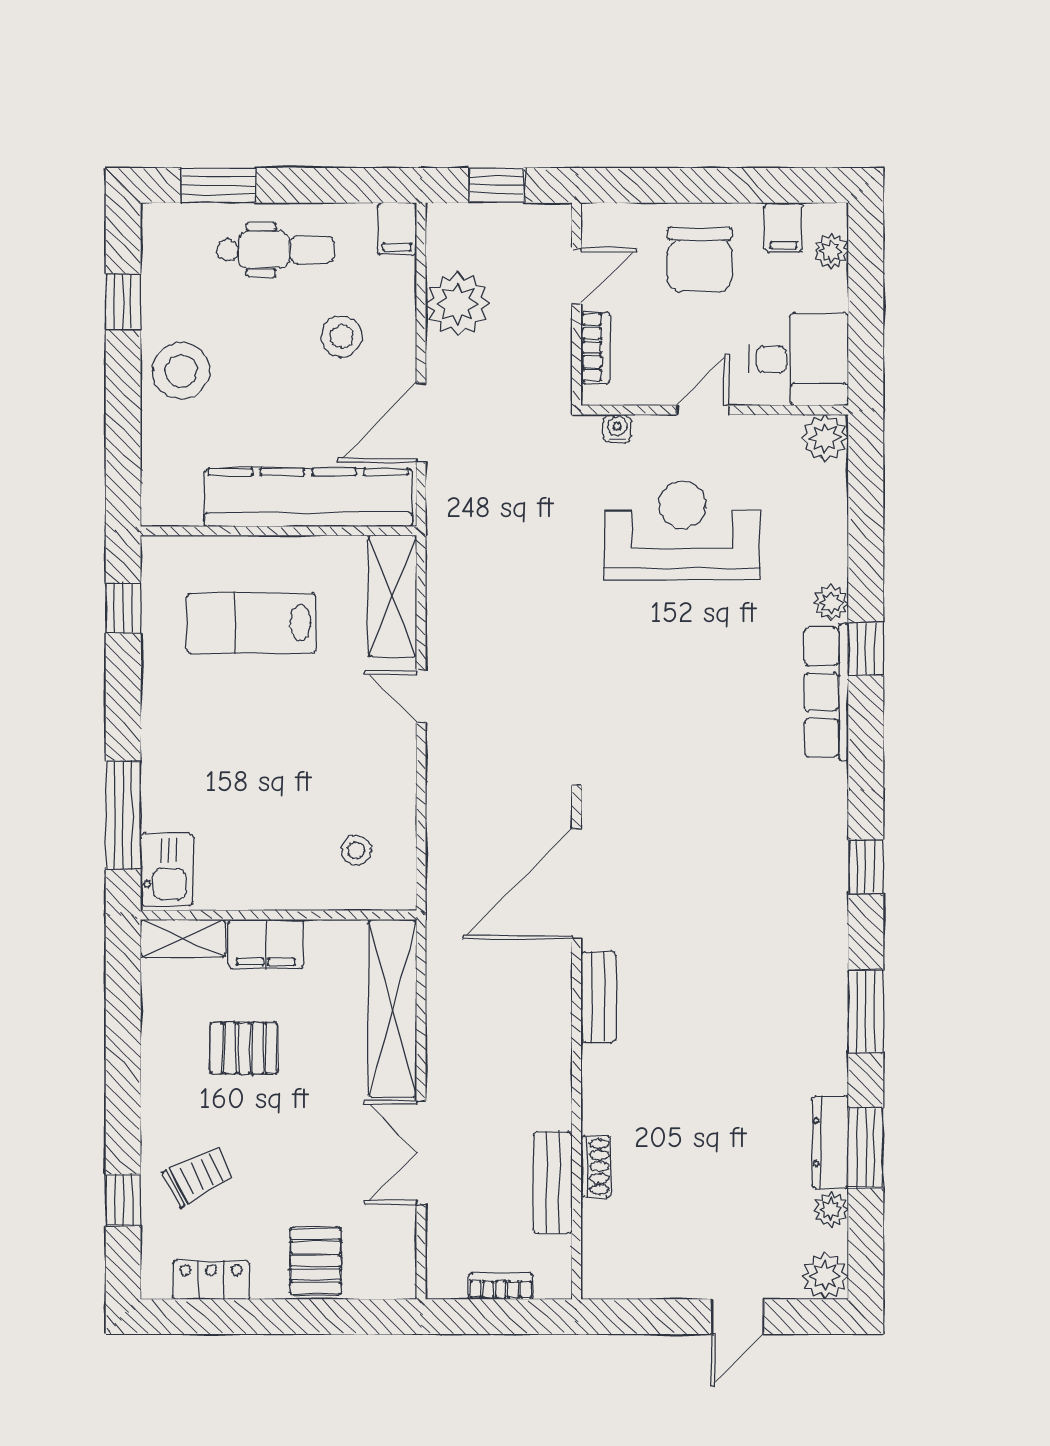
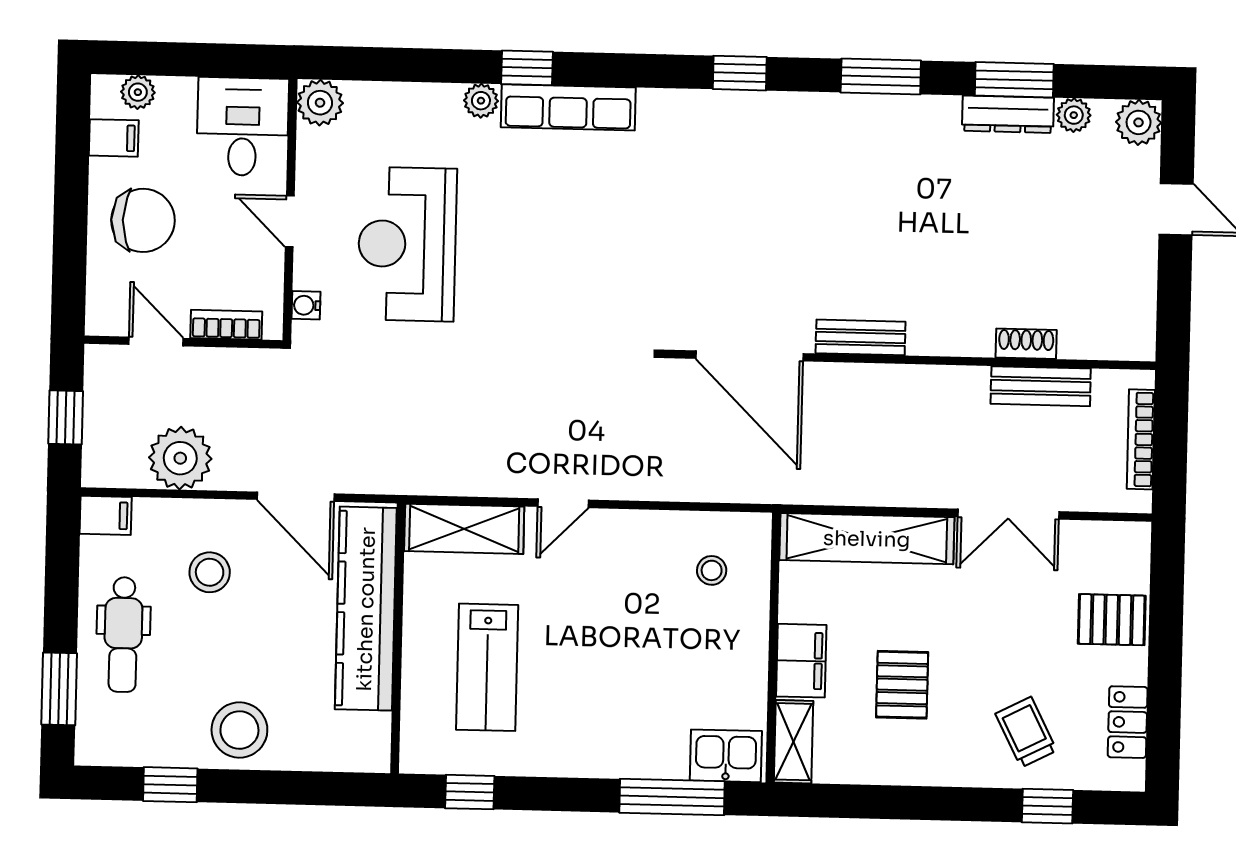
dental chair: (276, 250) -> (123, 635), turned 180
bookcase: (501, 1286) -> (1141, 439), width x1.56

